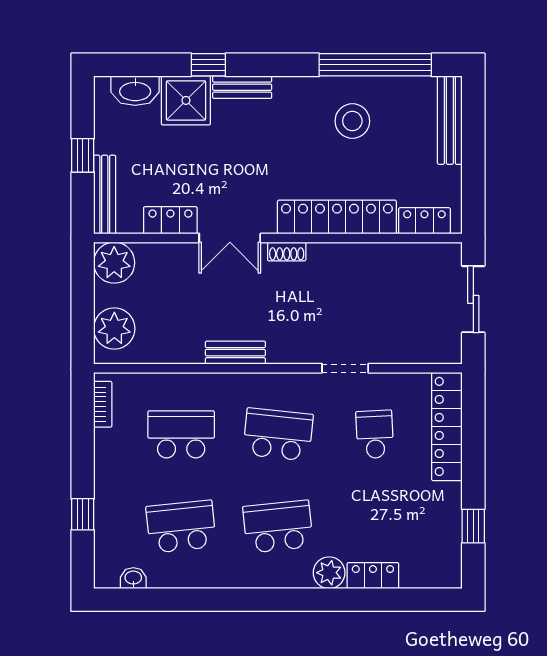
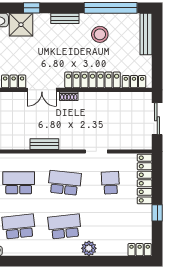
bench: (242, 87) -> (65, 18), moved
window: (473, 526) -> (157, 213), moved
locker: (373, 576) -> (140, 250), moved

